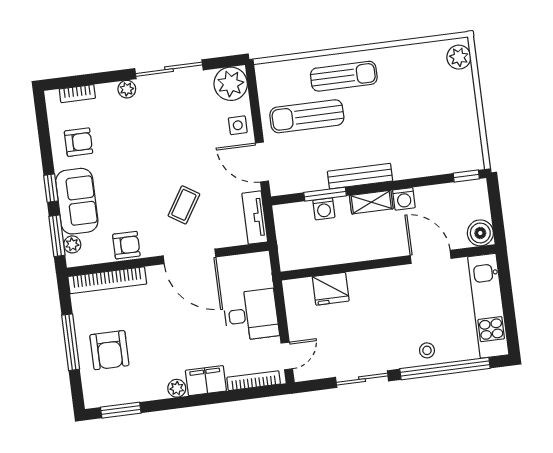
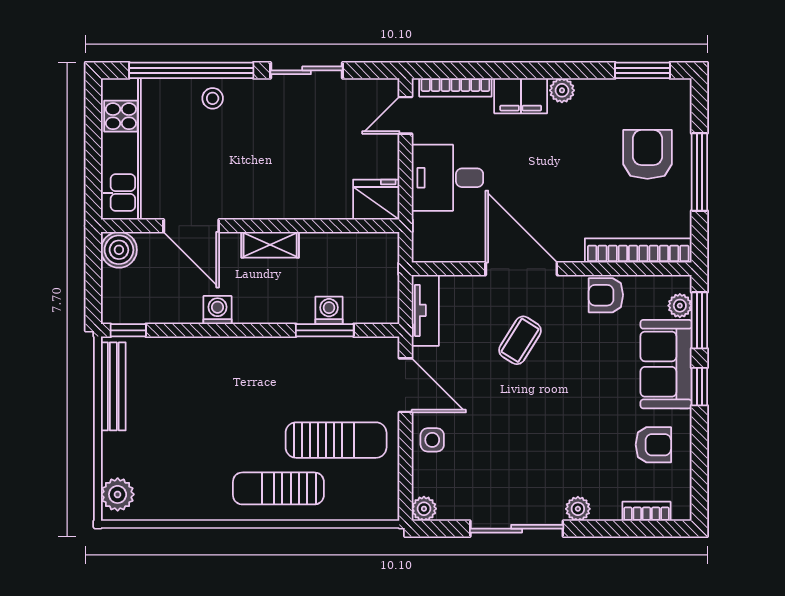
plant: (231, 84) -> (424, 509), width x0.53, depth x0.53
armchair: (79, 142) -> (653, 445), turned 180
bench: (360, 176) -> (113, 386), moved, turned 90
shelving: (371, 202) -> (270, 245), moved
fridge: (331, 289) -> (376, 200), moved

